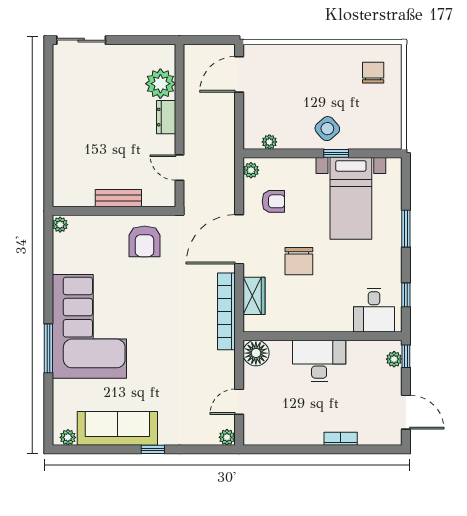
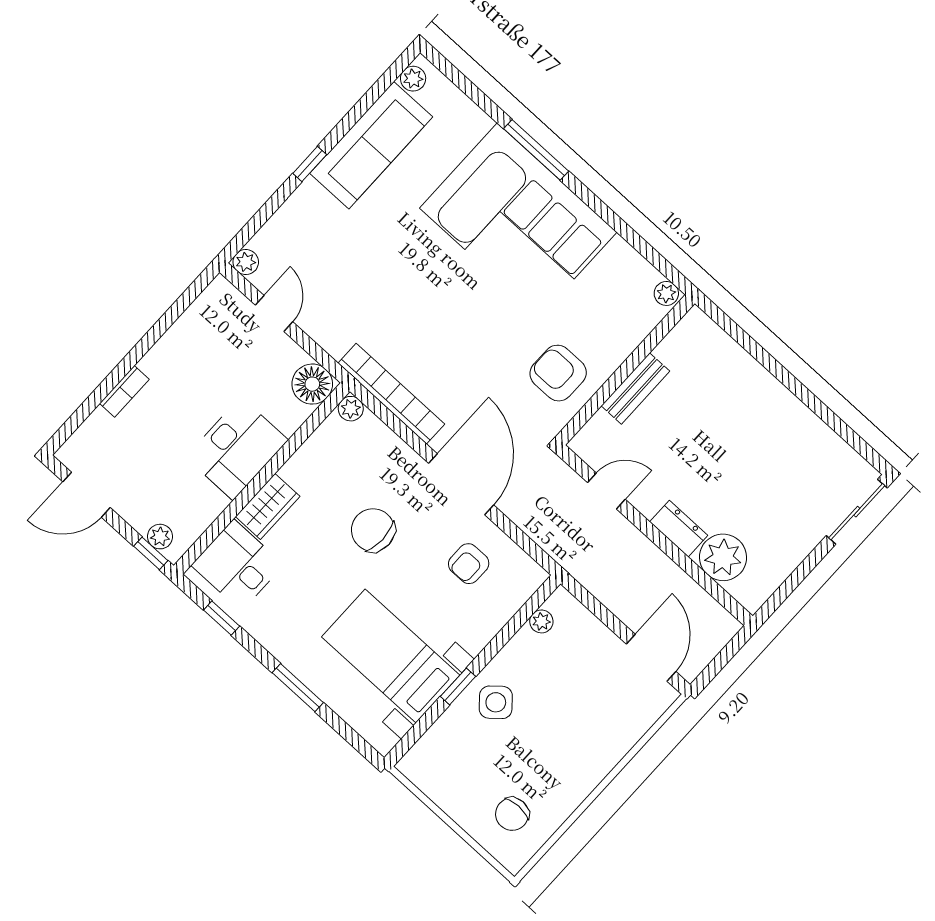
chair: (373, 73) -> (512, 814), turned 90
plant: (251, 170) -> (351, 409), moved
wardrobe: (254, 296) -> (268, 506), moved, turned -90

